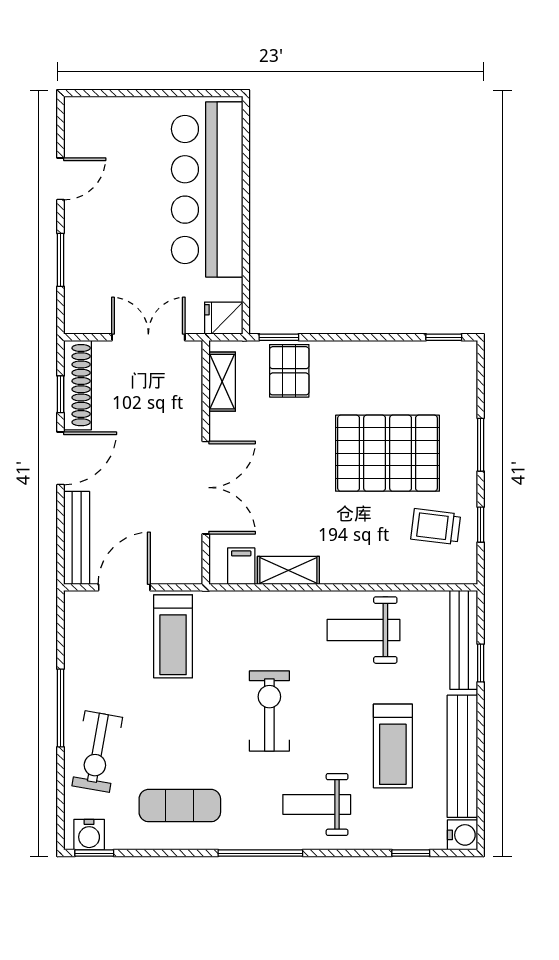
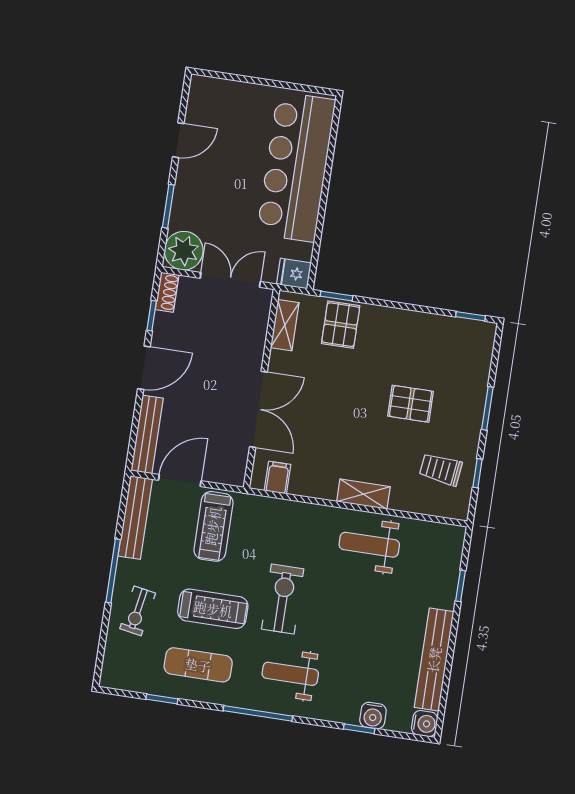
plant: (87, 311) -> (184, 251), added
shoe rack: (77, 385) -> (167, 292), width x0.51, depth x0.81
pallet: (388, 453) -> (411, 404), width x0.49, depth x0.50
shelving: (288, 570) -> (363, 494), moved
bench: (464, 640) -> (135, 518), moved
treadmill: (393, 746) -> (213, 609), moved, turned -90
exercise bike: (97, 752) -> (138, 611), width x0.73, depth x0.72
weight bench: (317, 804) -> (290, 674), moved
water cooler: (89, 835) -> (373, 716), moved
window: (94, 853) -> (162, 699), moved
window: (411, 853) -> (359, 729), moved

